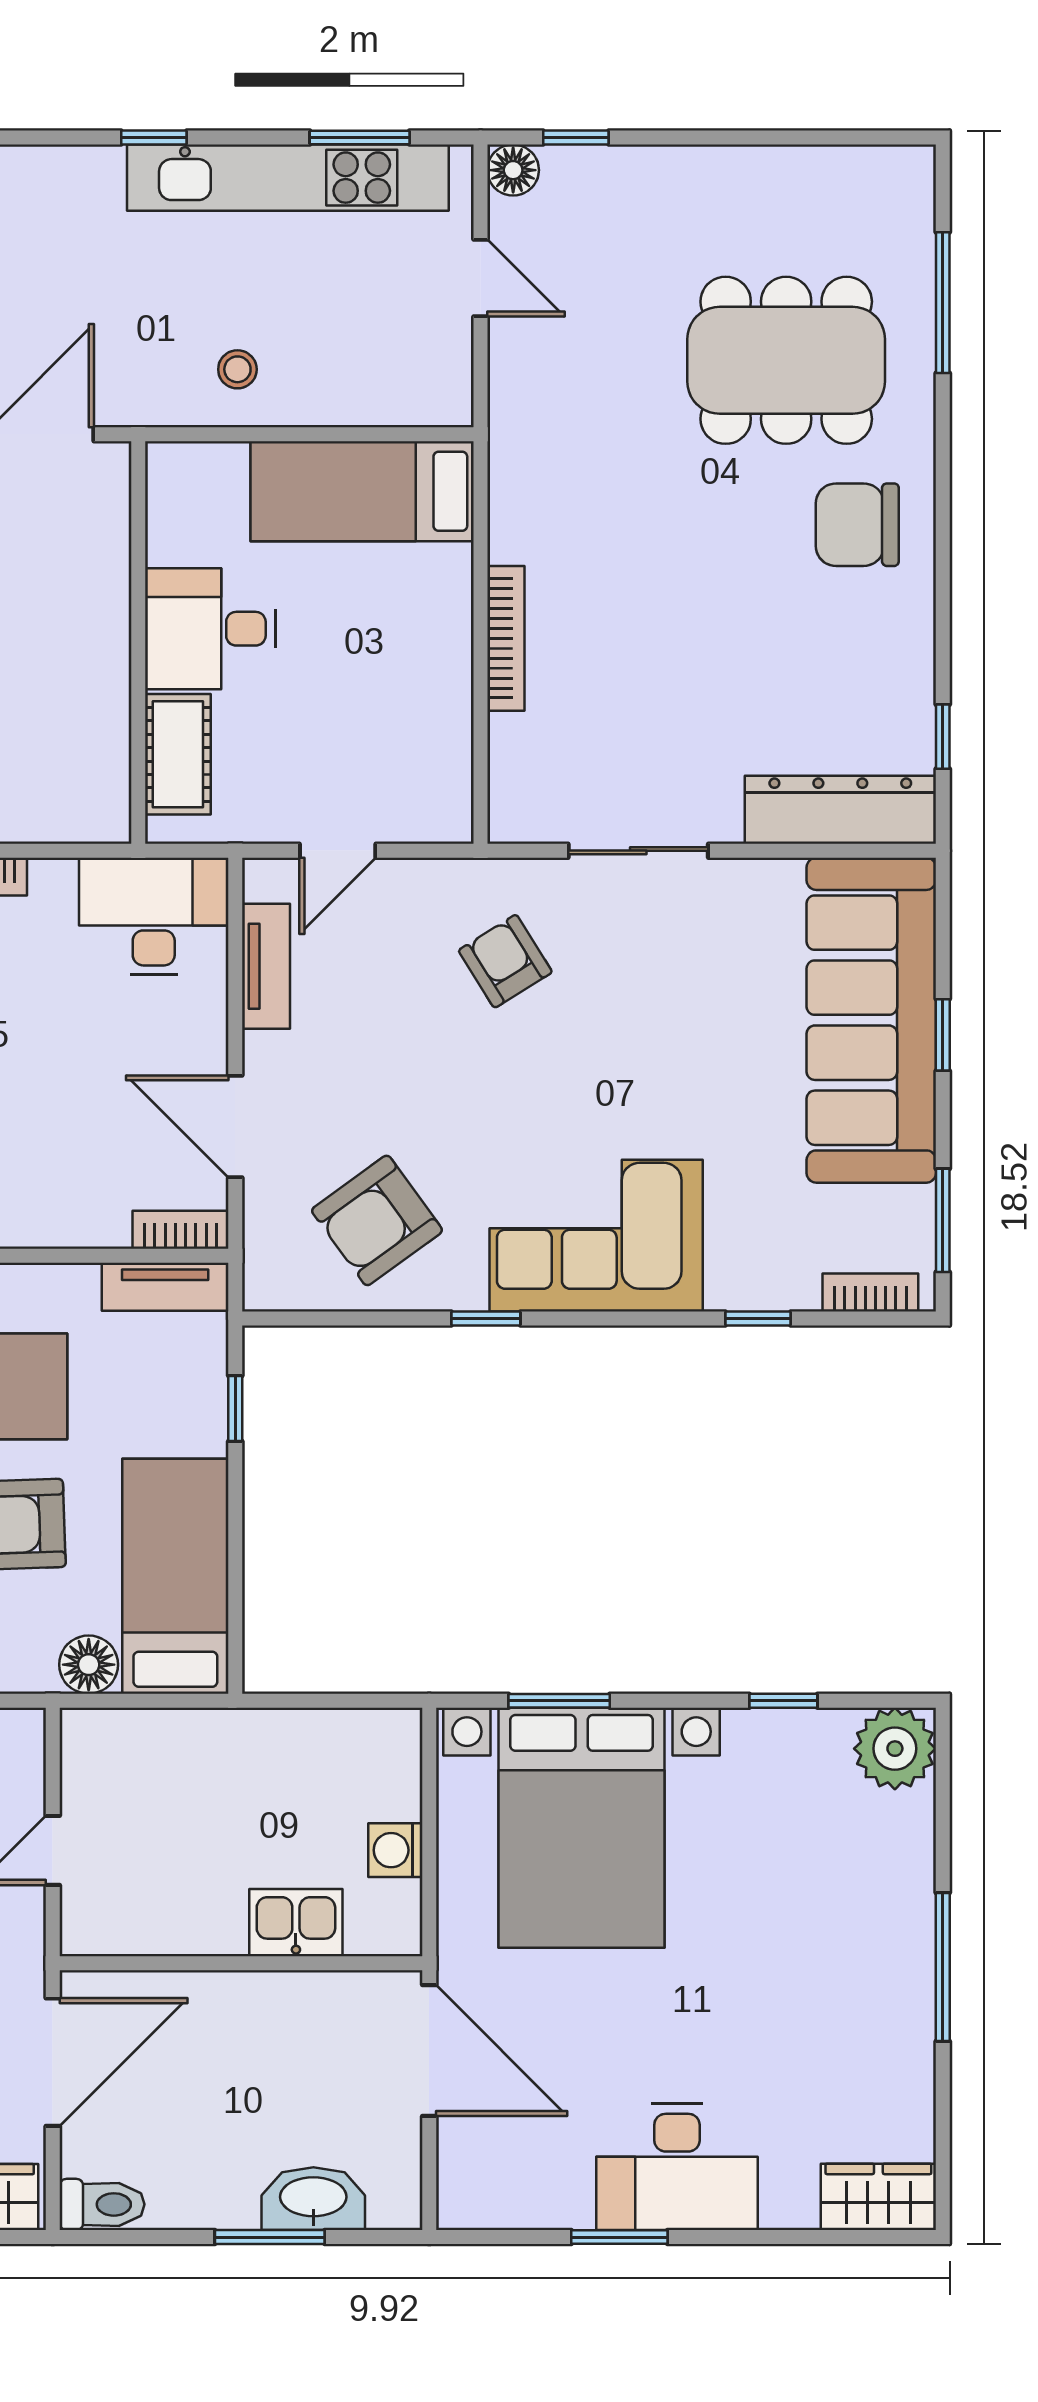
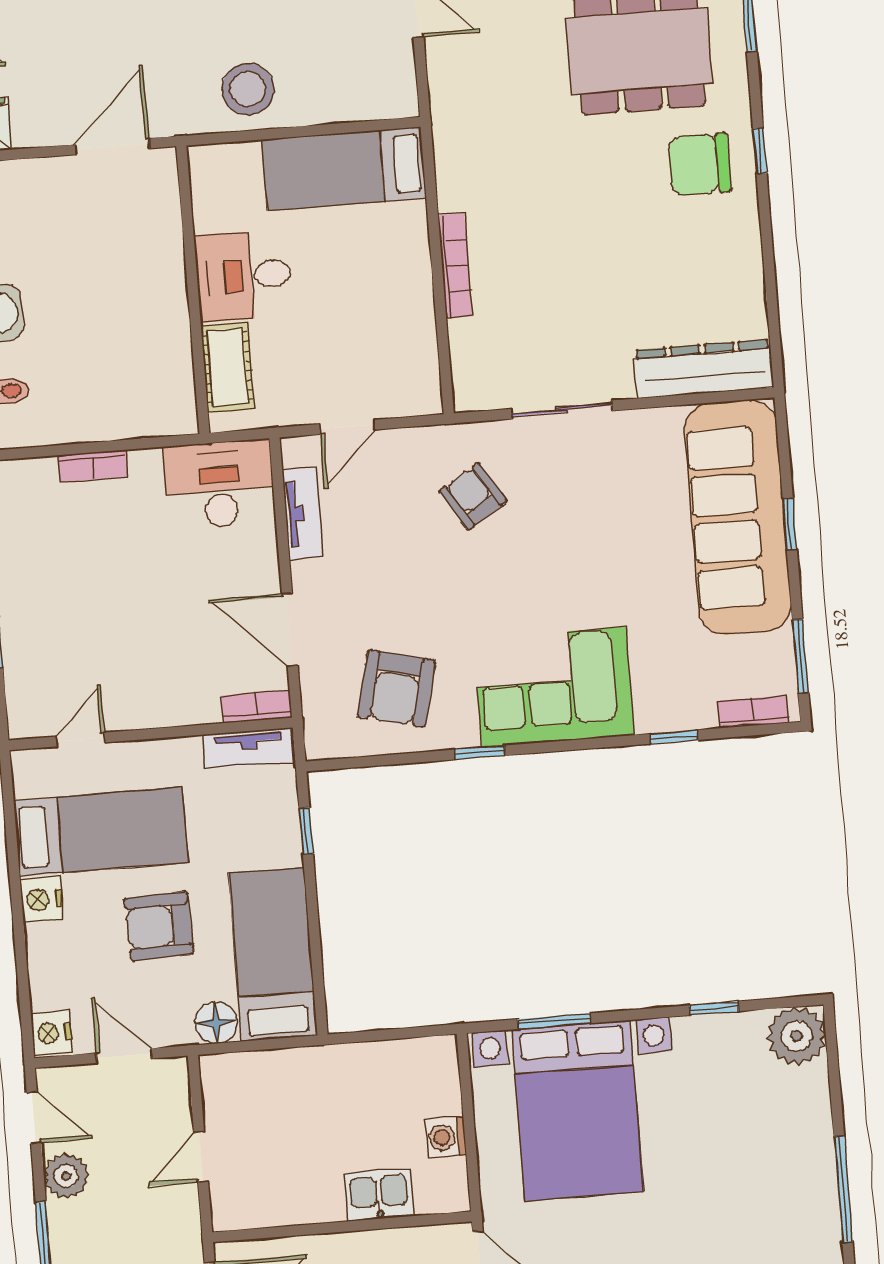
stool: (237, 369) -> (248, 89), width x1.89, depth x1.89
window: (943, 737) -> (760, 151), moved
armchair: (377, 1220) -> (396, 689), turned -40

